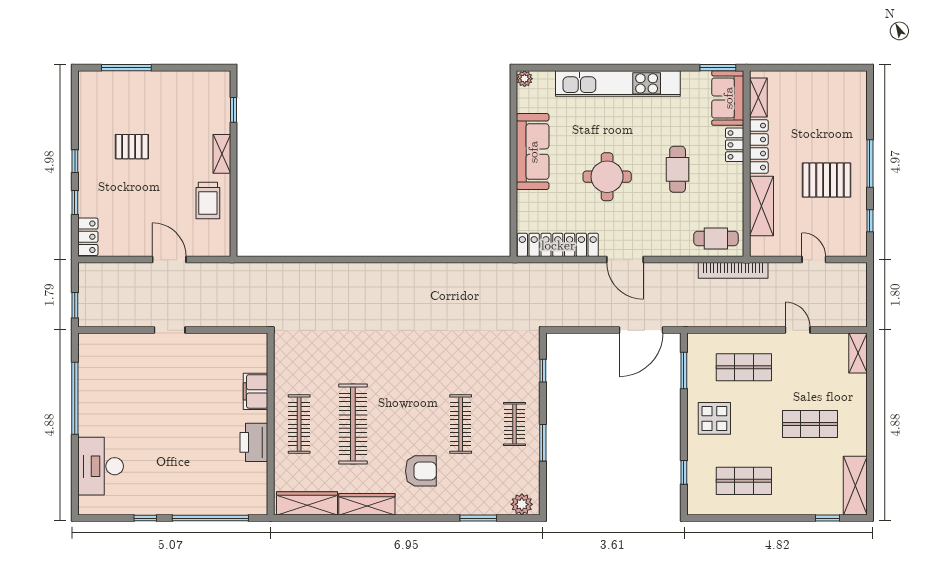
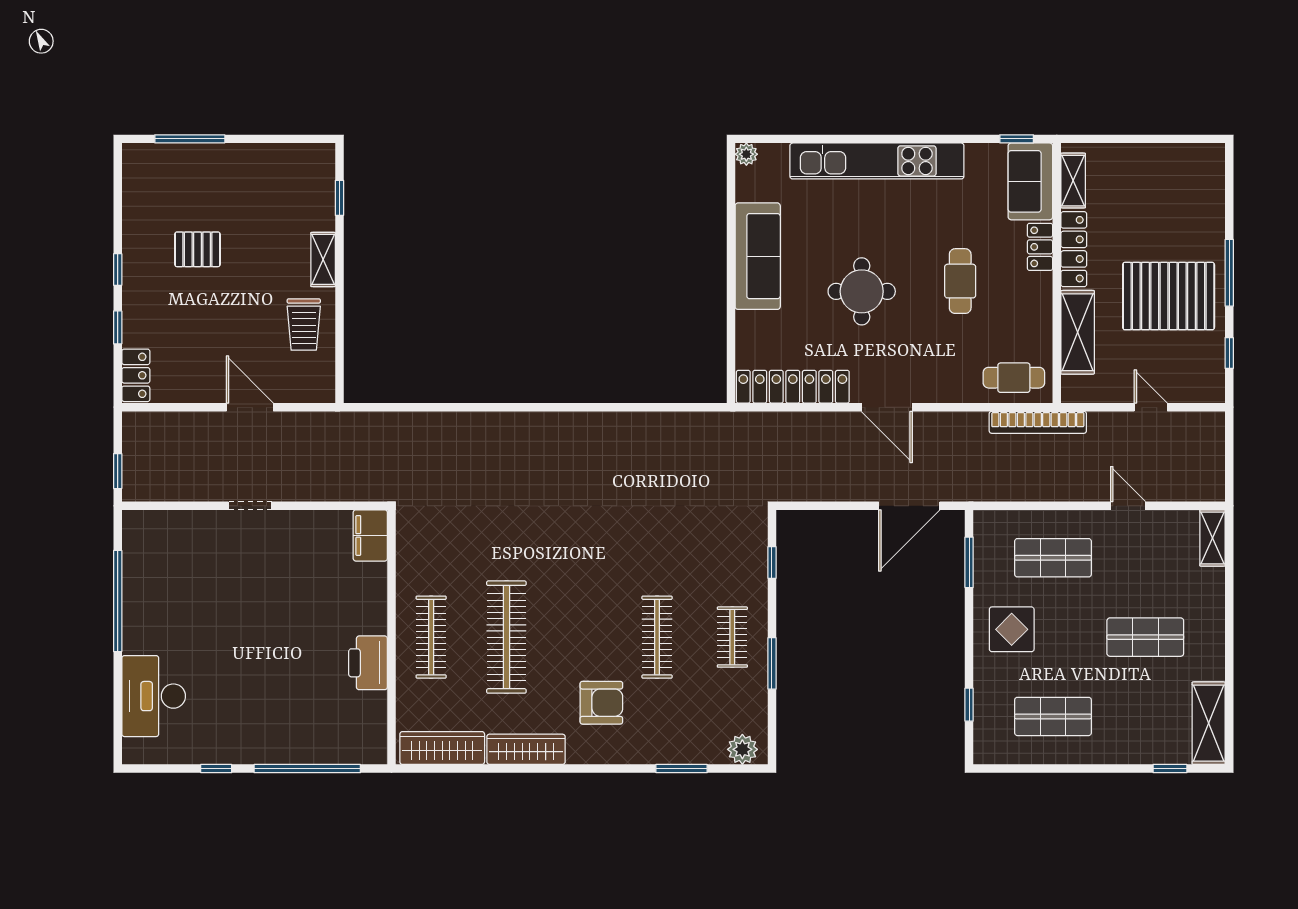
window: (718, 68) -> (1017, 139), width x0.67
pallet: (827, 180) -> (1169, 296), width x1.37, depth x1.41
filing cabinet: (256, 391) -> (370, 535), moved

